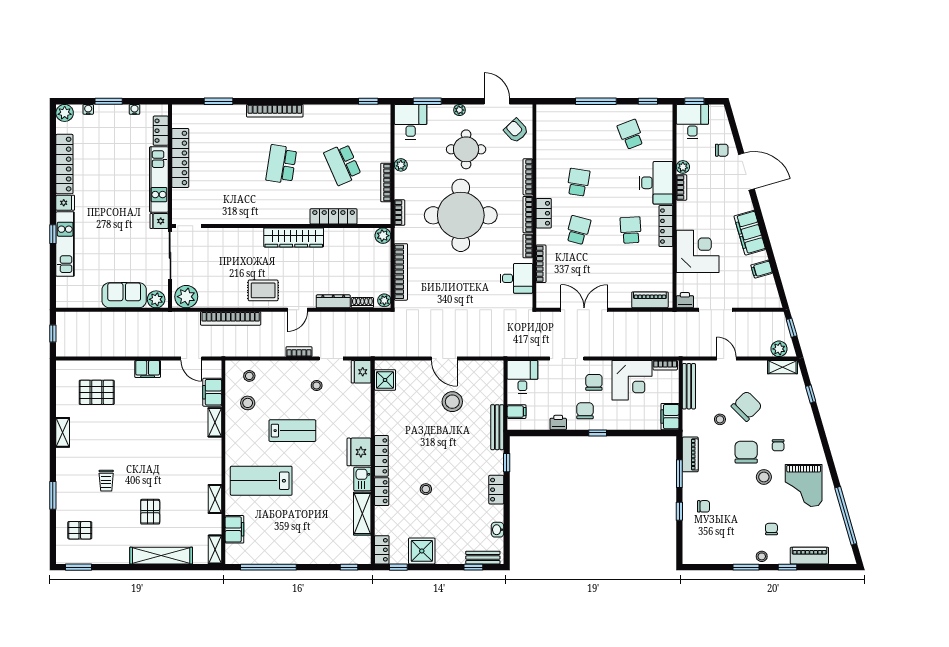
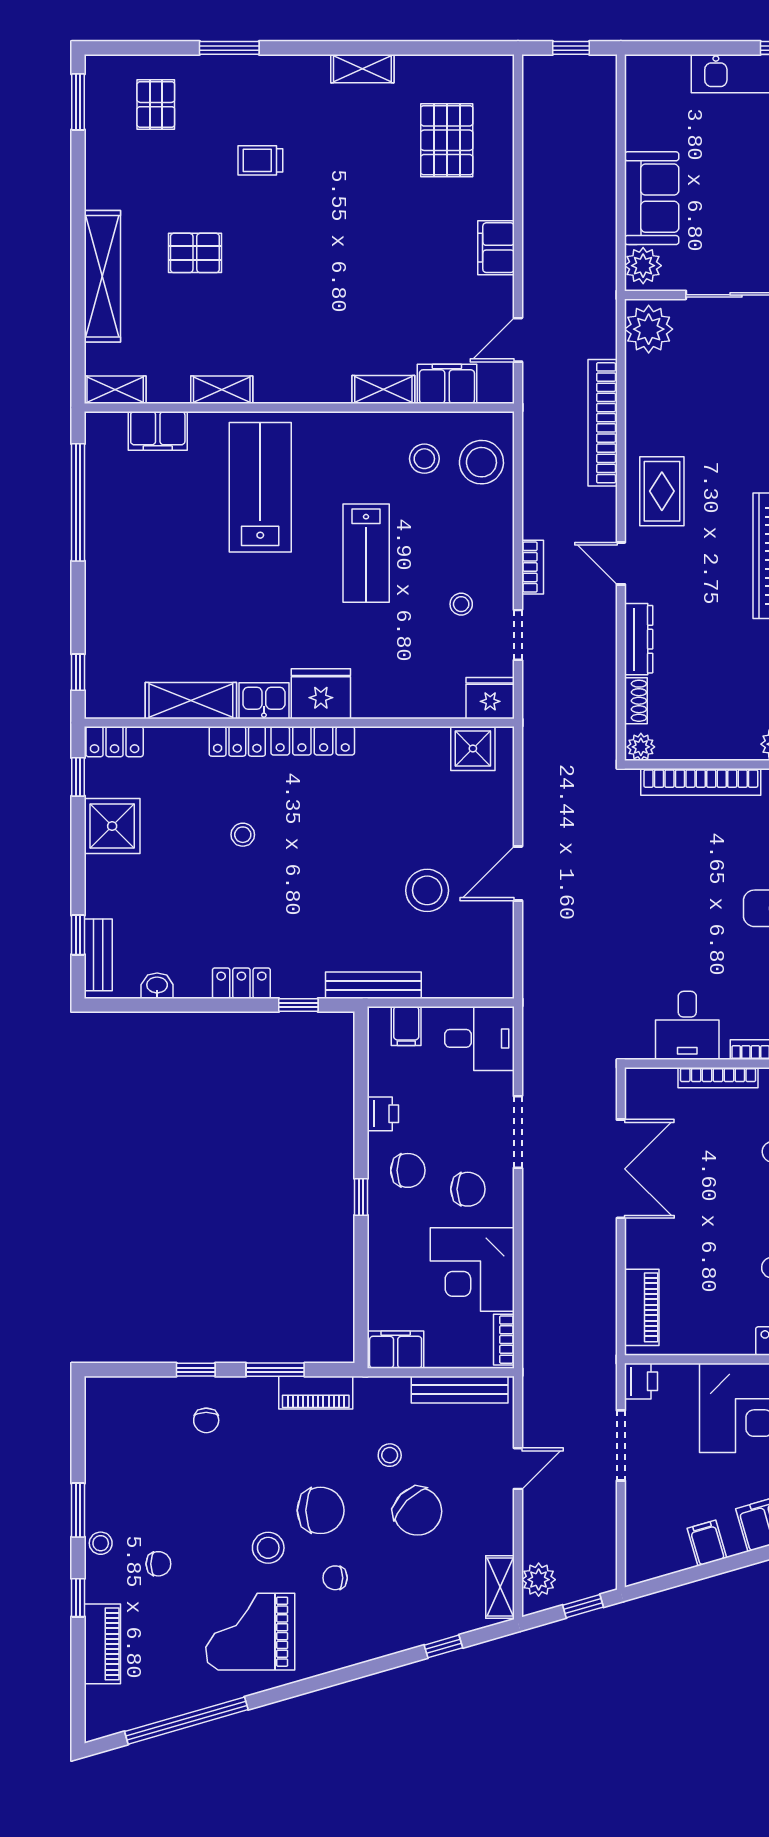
stool: (249, 376) -> (481, 462), width x1.89, depth x1.89

